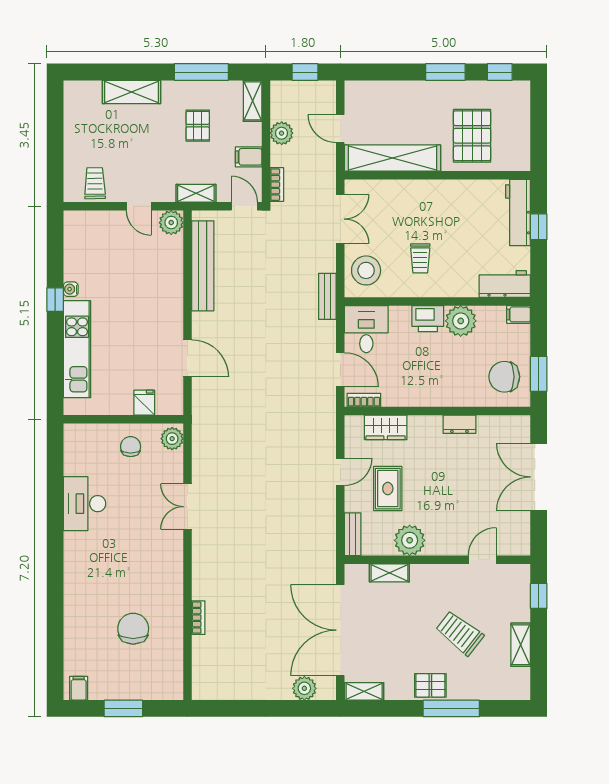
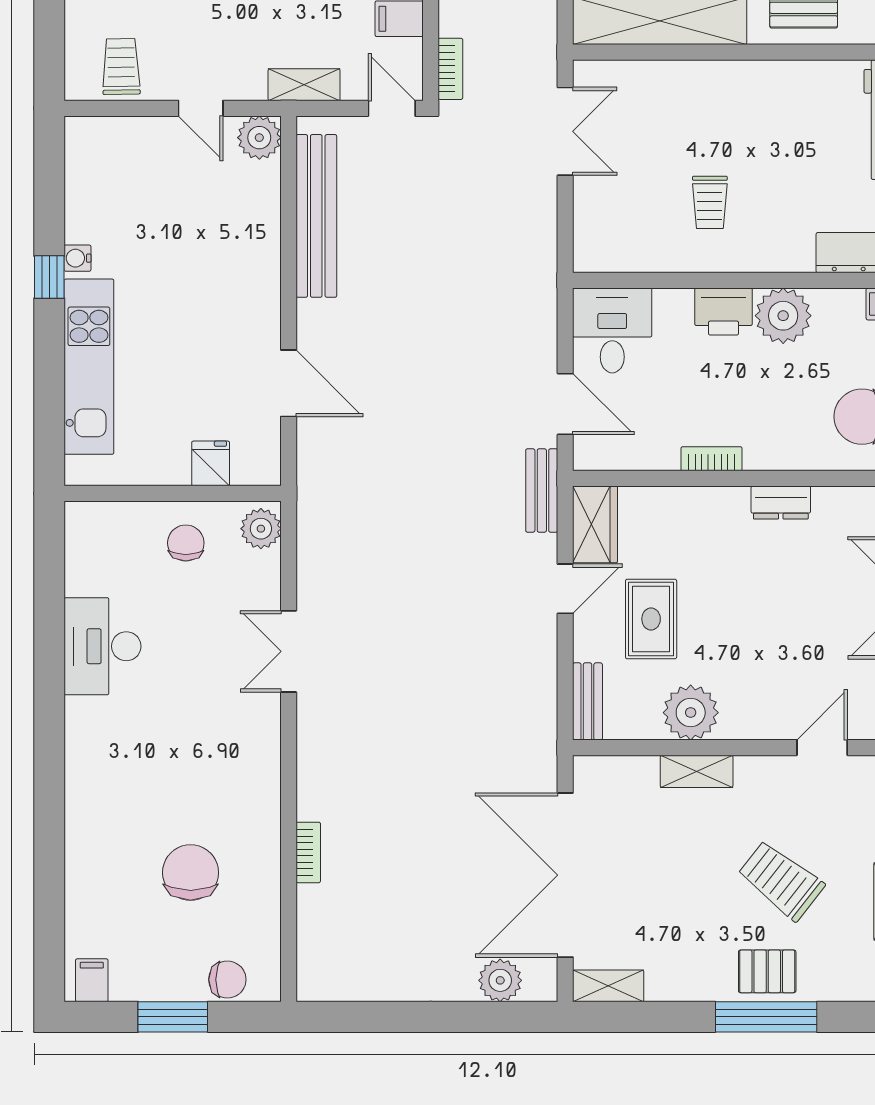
stool: (366, 270) -> (612, 224), removed
bench: (327, 296) -> (542, 490), moved
bookcase: (364, 400) -> (711, 459), moved
wardrobe: (386, 427) -> (595, 524), moved, turned -90
shelving: (389, 573) -> (697, 771), moved
pallet: (430, 685) -> (767, 971), moved
chair: (154, 688) -> (227, 980), added

